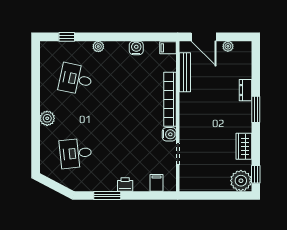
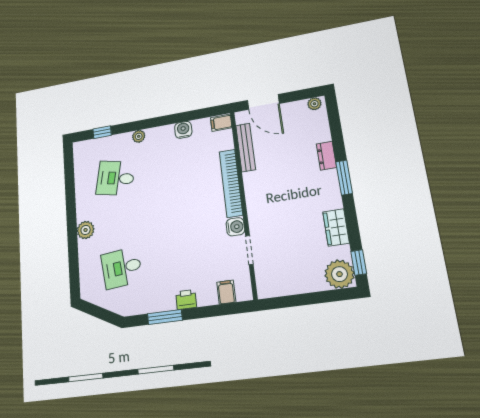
plant: (228, 46) -> (314, 104), moved

